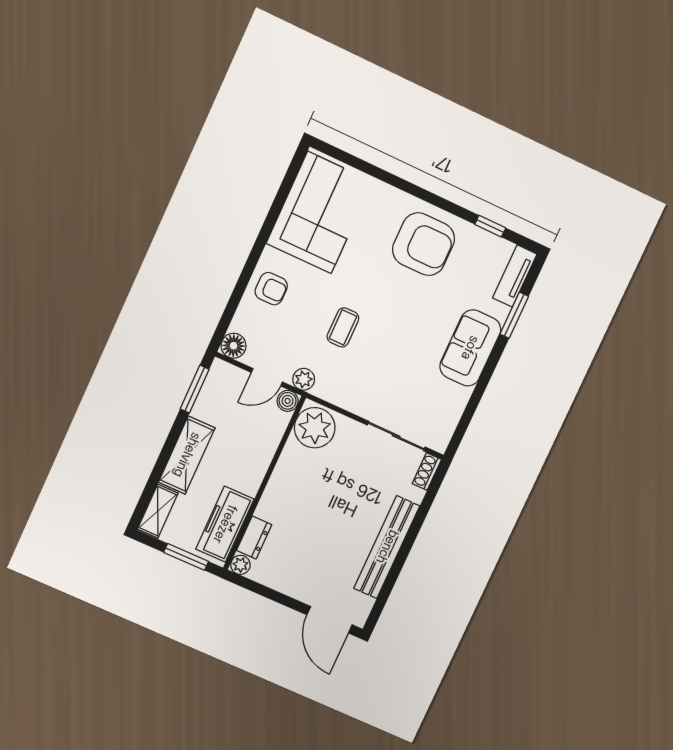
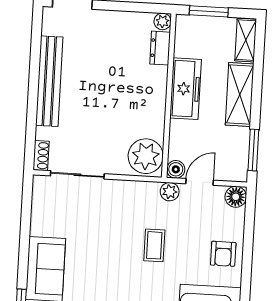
armchair: (271, 289) -> (223, 254), turned -90
freezer: (225, 524) -> (185, 89), moved

